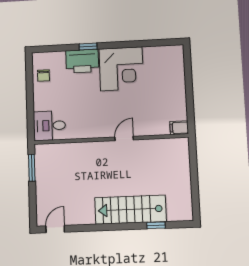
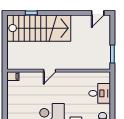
desk: (49, 126) -> (100, 93), moved
stairs: (130, 210) -> (39, 28), width x1.36, depth x1.51

